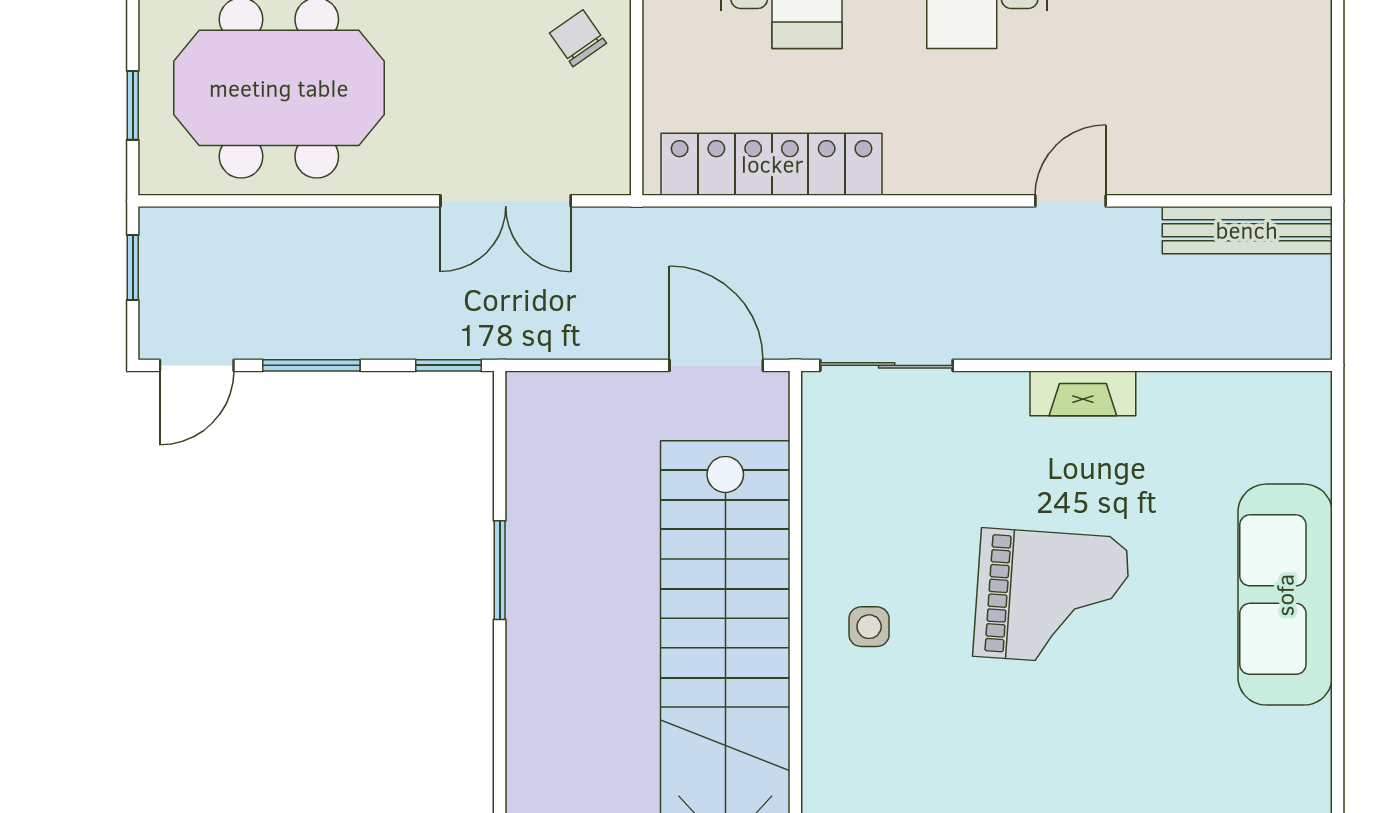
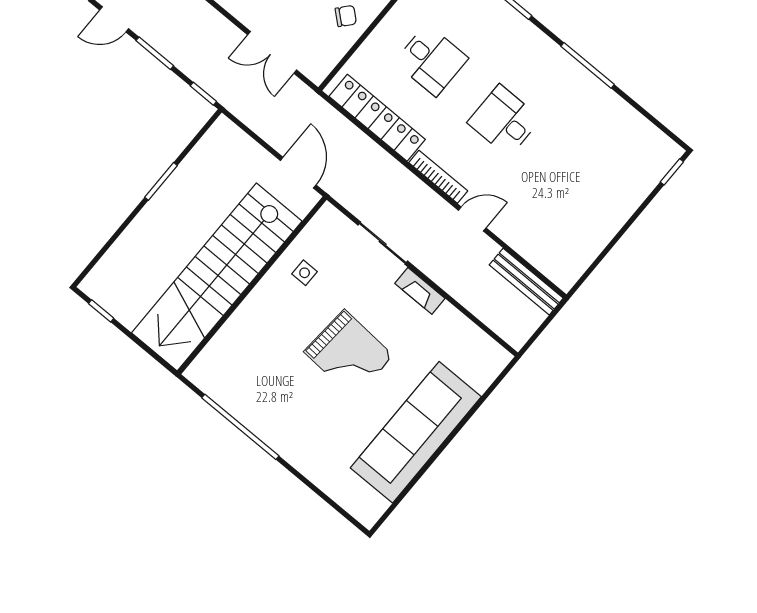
chair: (578, 38) -> (346, 16), turned 76
bookcase: (955, 178) -> (438, 177), added
sliding door: (887, 365) -> (383, 243), moved
sofa: (1285, 595) -> (416, 432), width x1.36, depth x1.27
side table: (869, 627) -> (305, 273), moved

